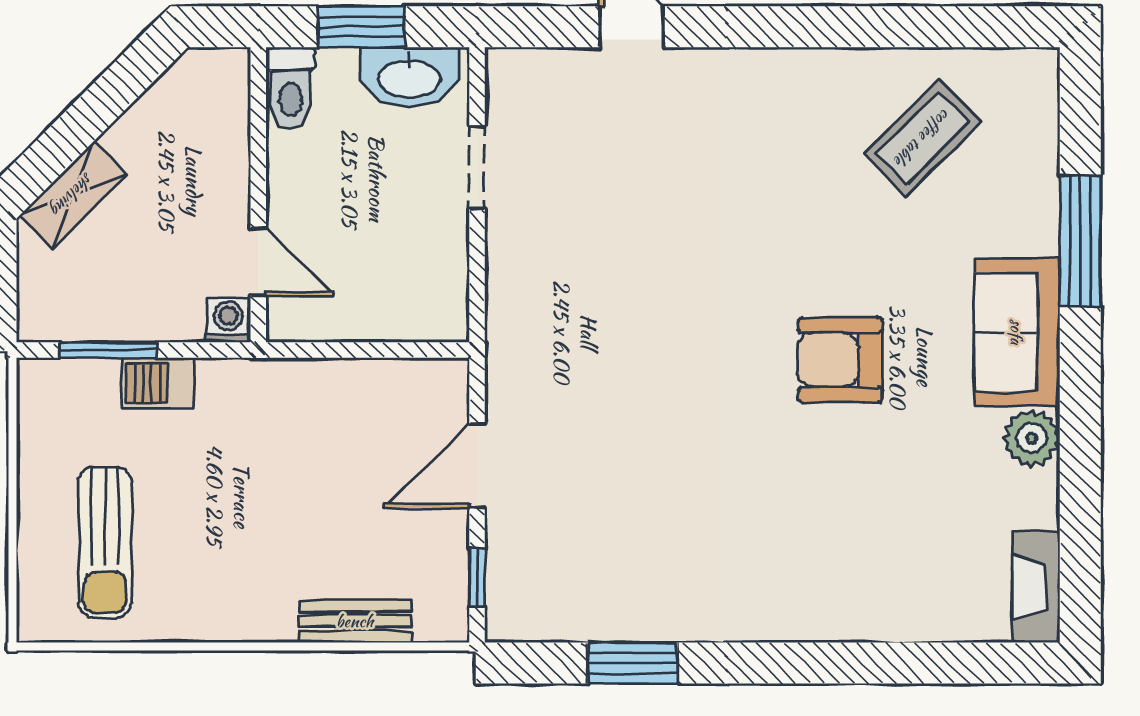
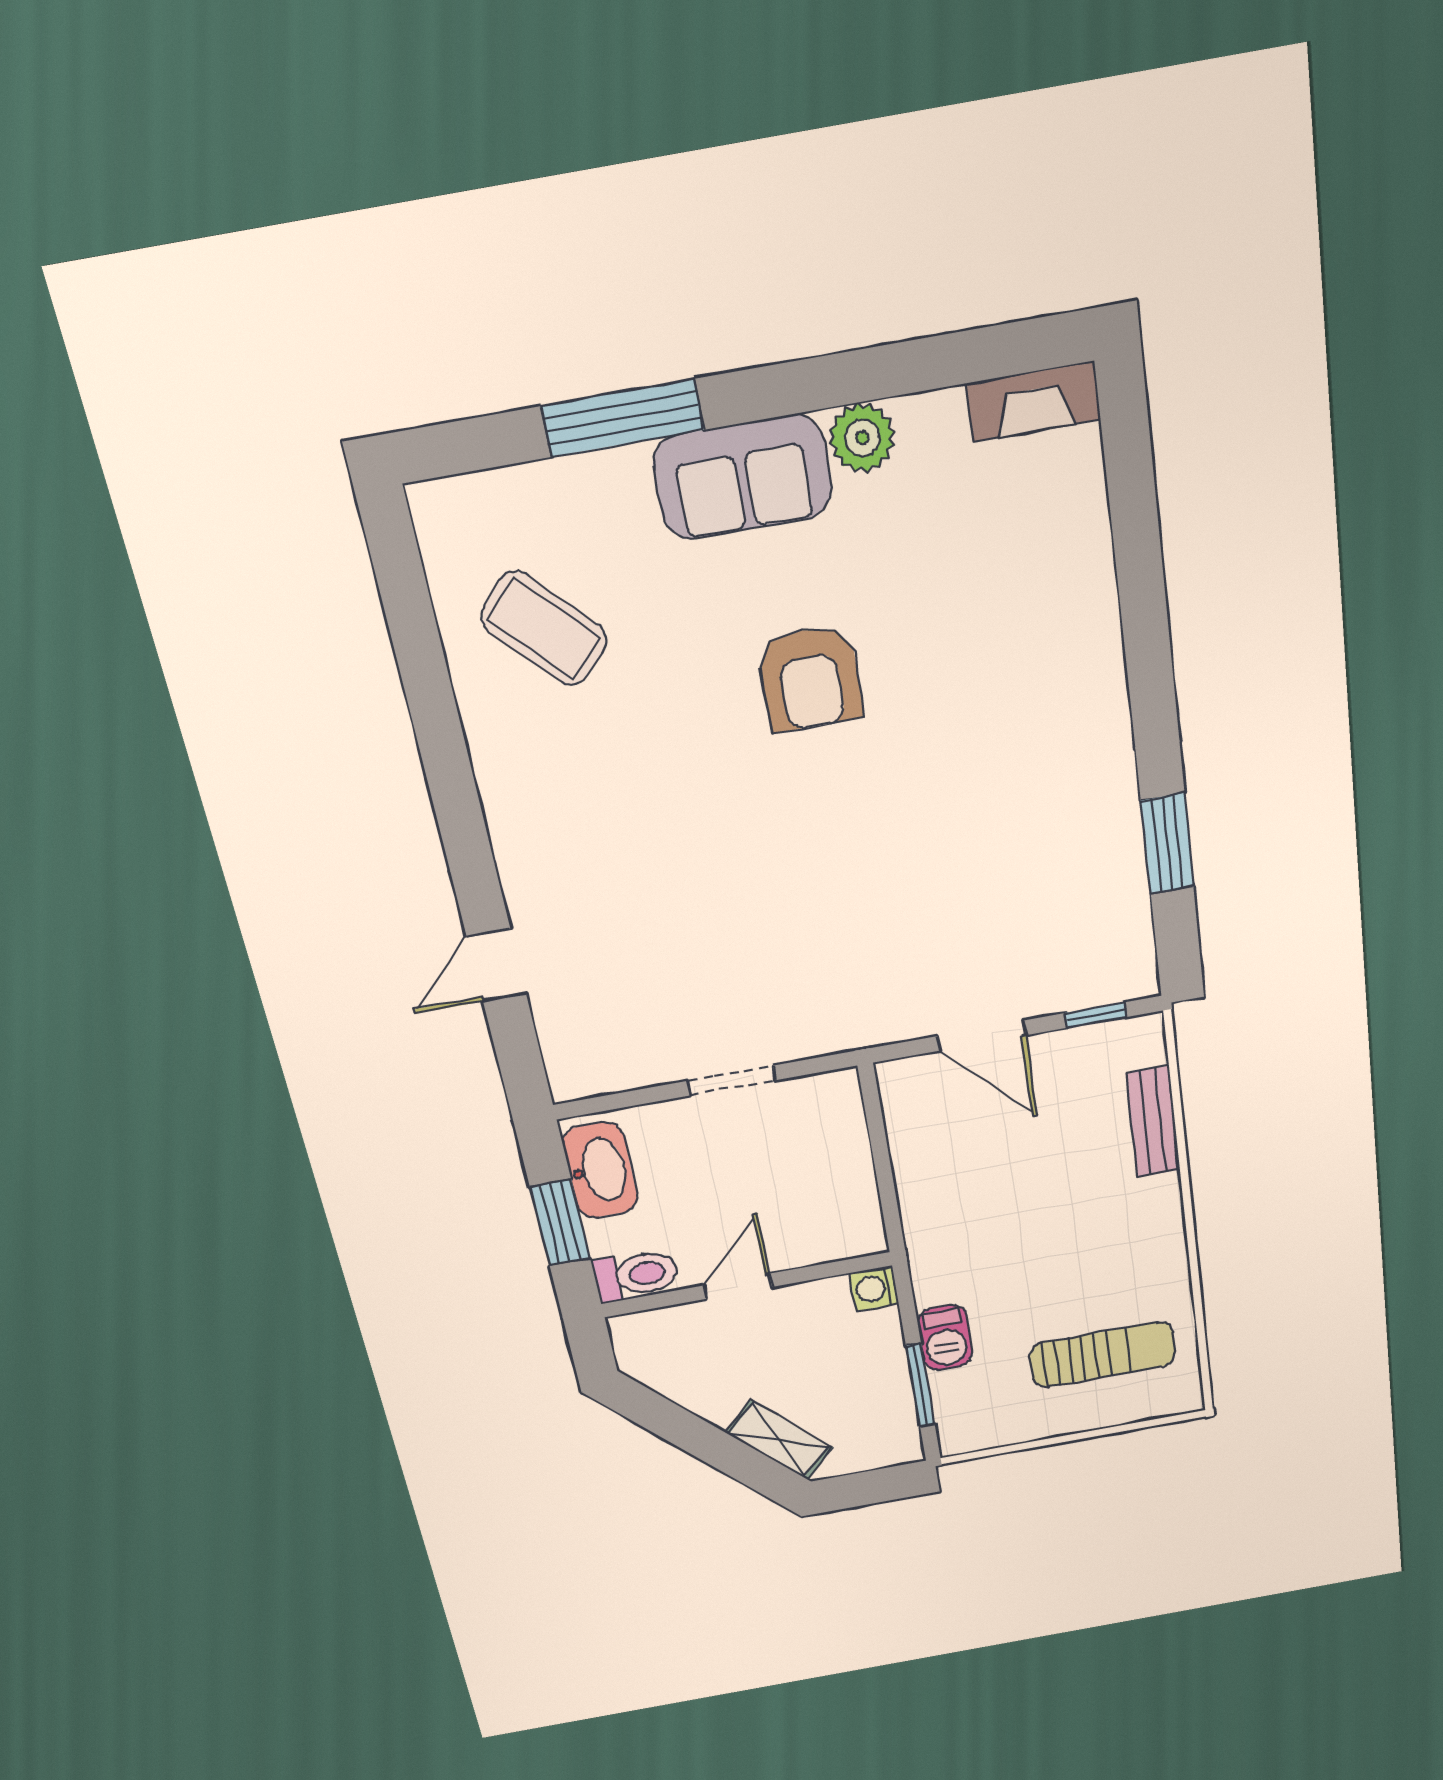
doorway: (477, 167) -> (732, 1081), moved
door: (258, 262) -> (738, 1286), moved

